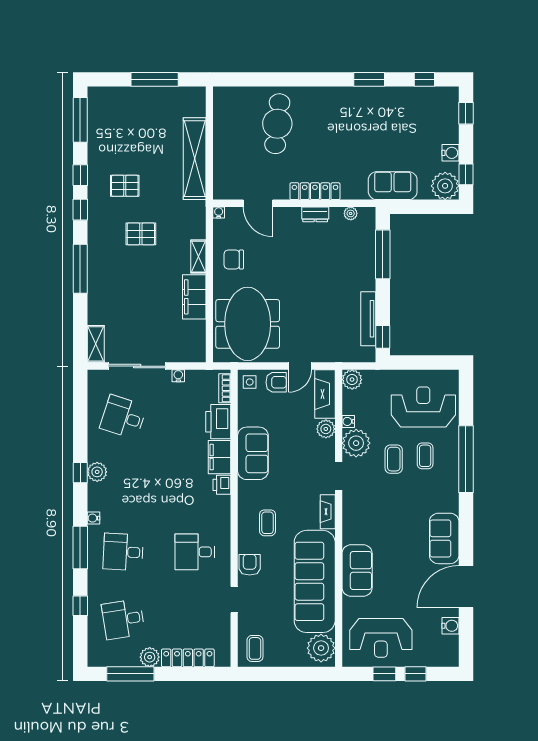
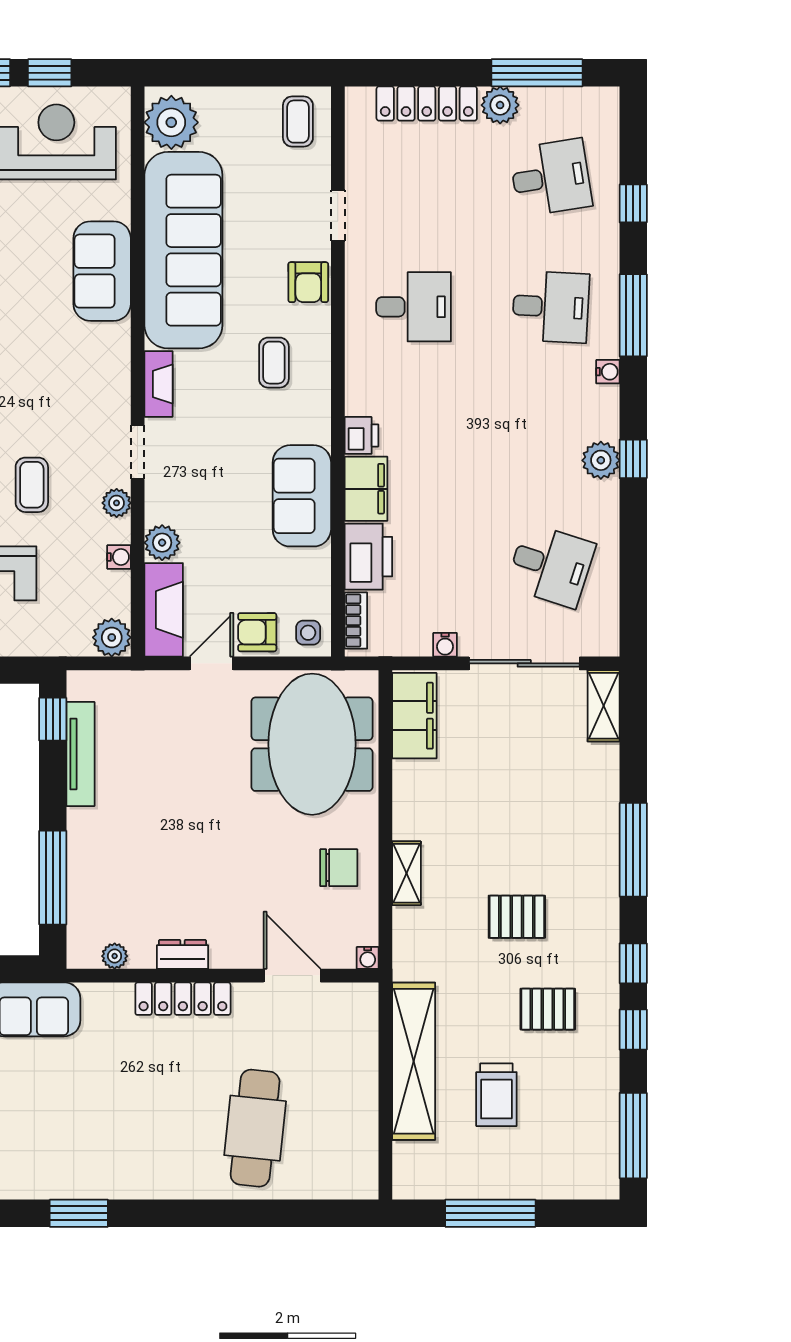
trolley: (152, 141) -> (496, 1095), added
filing cabinet: (194, 297) -> (414, 716), moved
plant: (356, 443) -> (117, 503), width x0.53, depth x0.53

